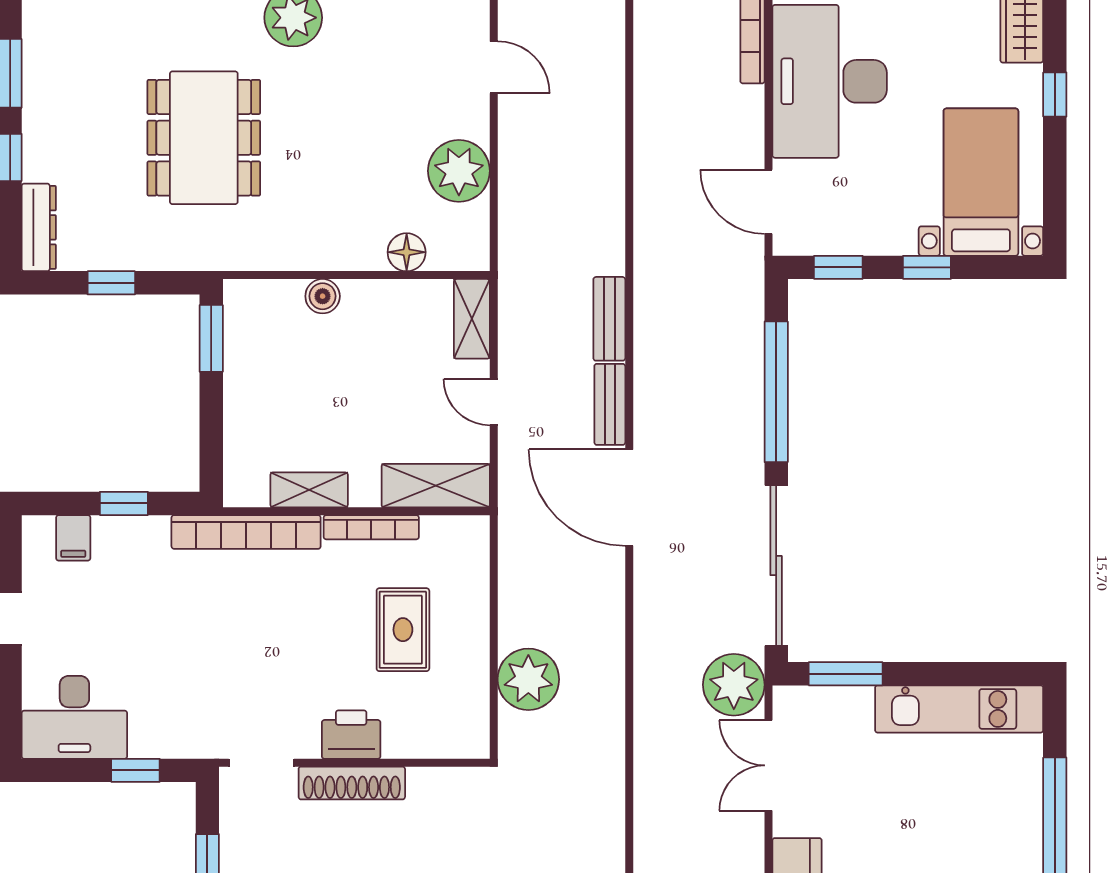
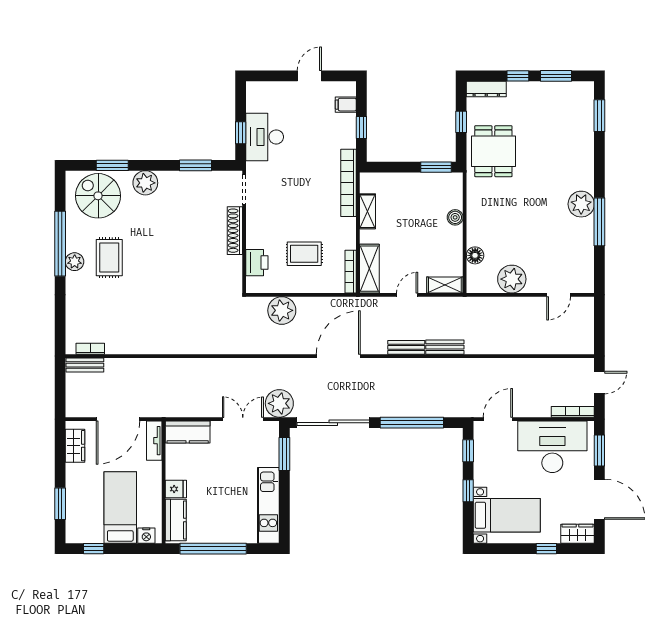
dining table: (204, 138) -> (493, 151), moved, width x0.73
door: (629, 498) -> (338, 356), moved
bookcase: (371, 527) -> (351, 272), moved
desk: (74, 717) -> (265, 137), moved
printer: (351, 735) -> (257, 263), moved

